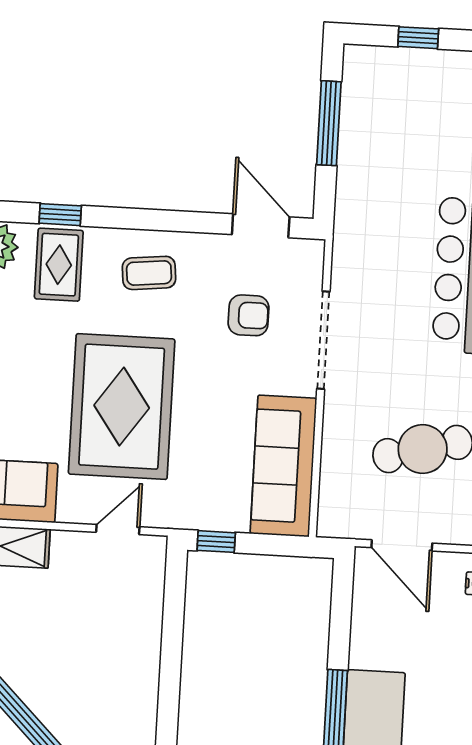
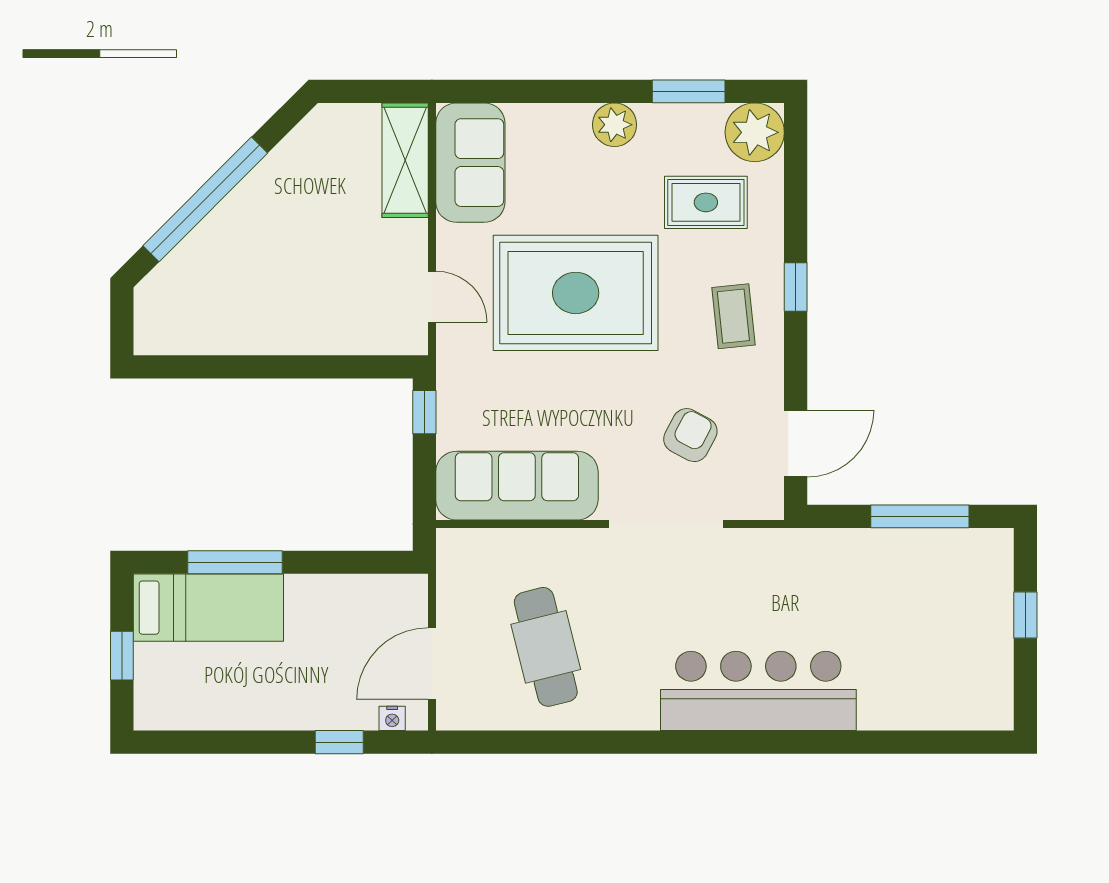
window: (60, 215) -> (796, 287), moved
rug: (59, 265) -> (706, 202), moved
armchair: (249, 315) -> (690, 435), turned -152
door: (402, 545) -> (432, 664), moved

